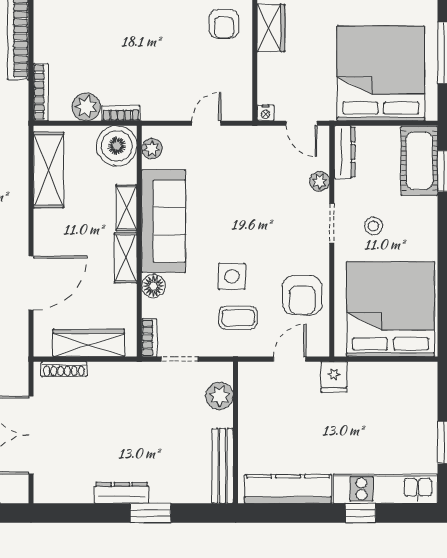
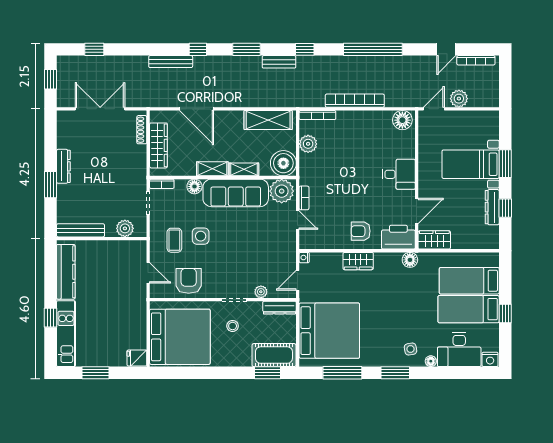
bookcase: (121, 113) -> (304, 198), moved
plant: (152, 149) -> (282, 191), width x1.88, depth x1.88
armchair: (302, 295) -> (189, 281), turned 90
fridge: (334, 377) -> (137, 358), moved

